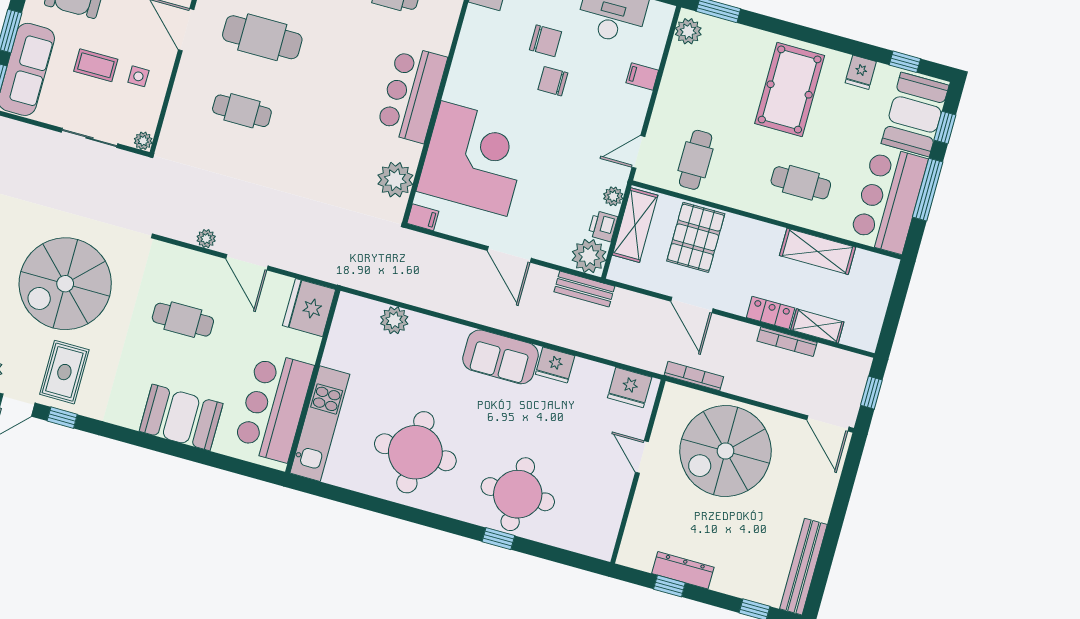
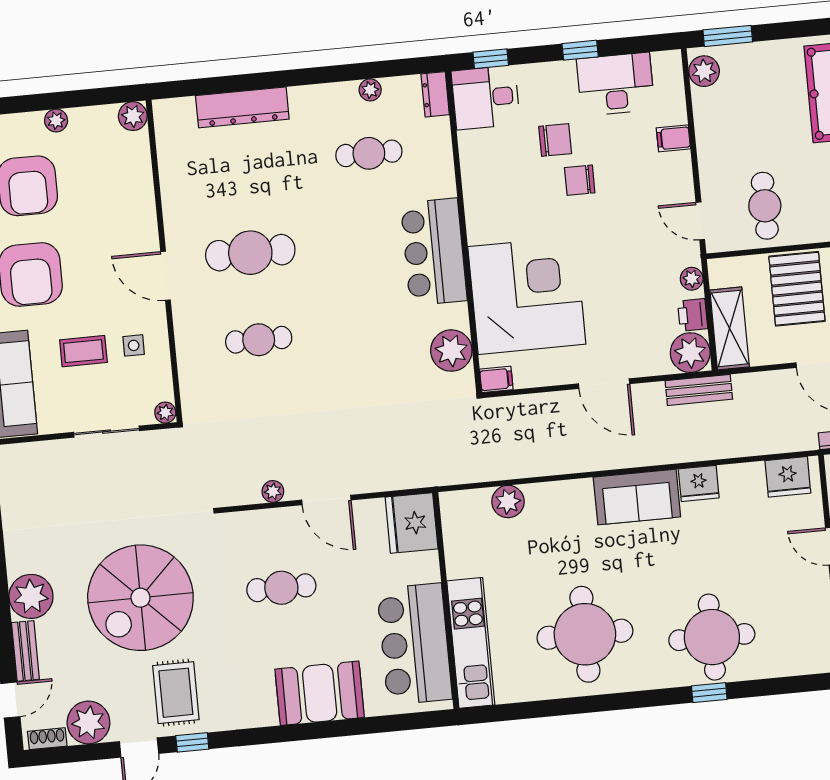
door: (638, 152) -> (700, 221), hinge flipped
shelving: (635, 225) -> (730, 328), moved

